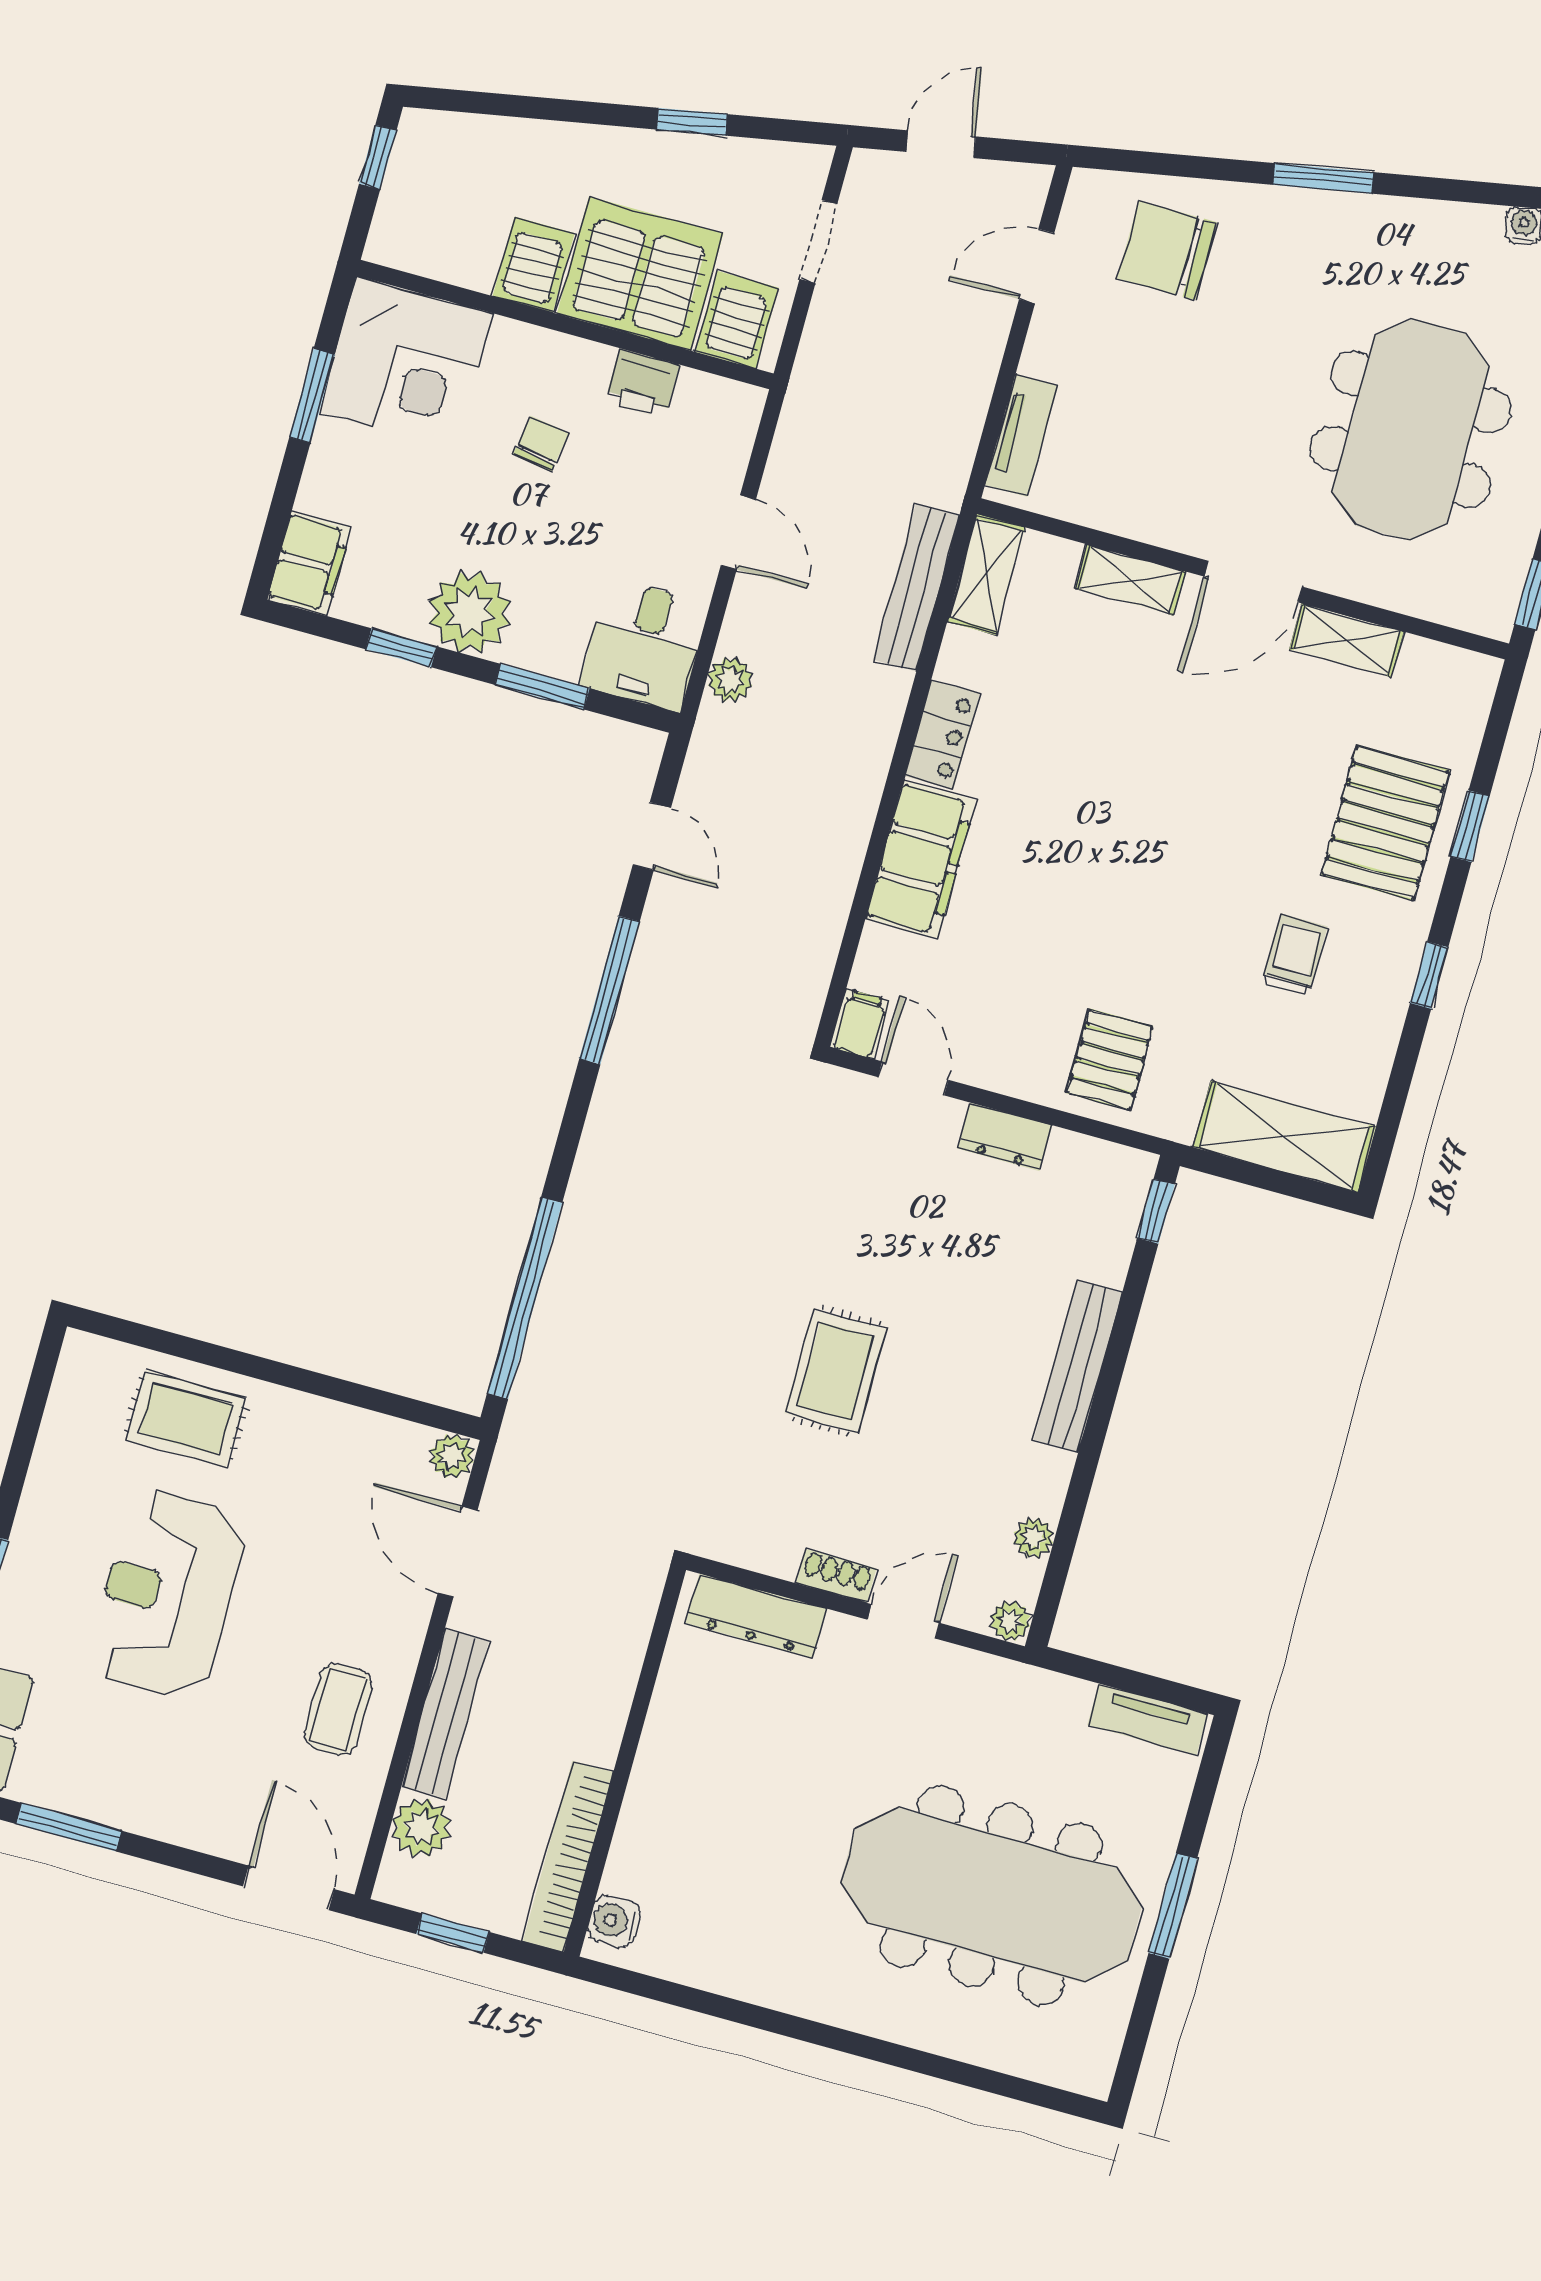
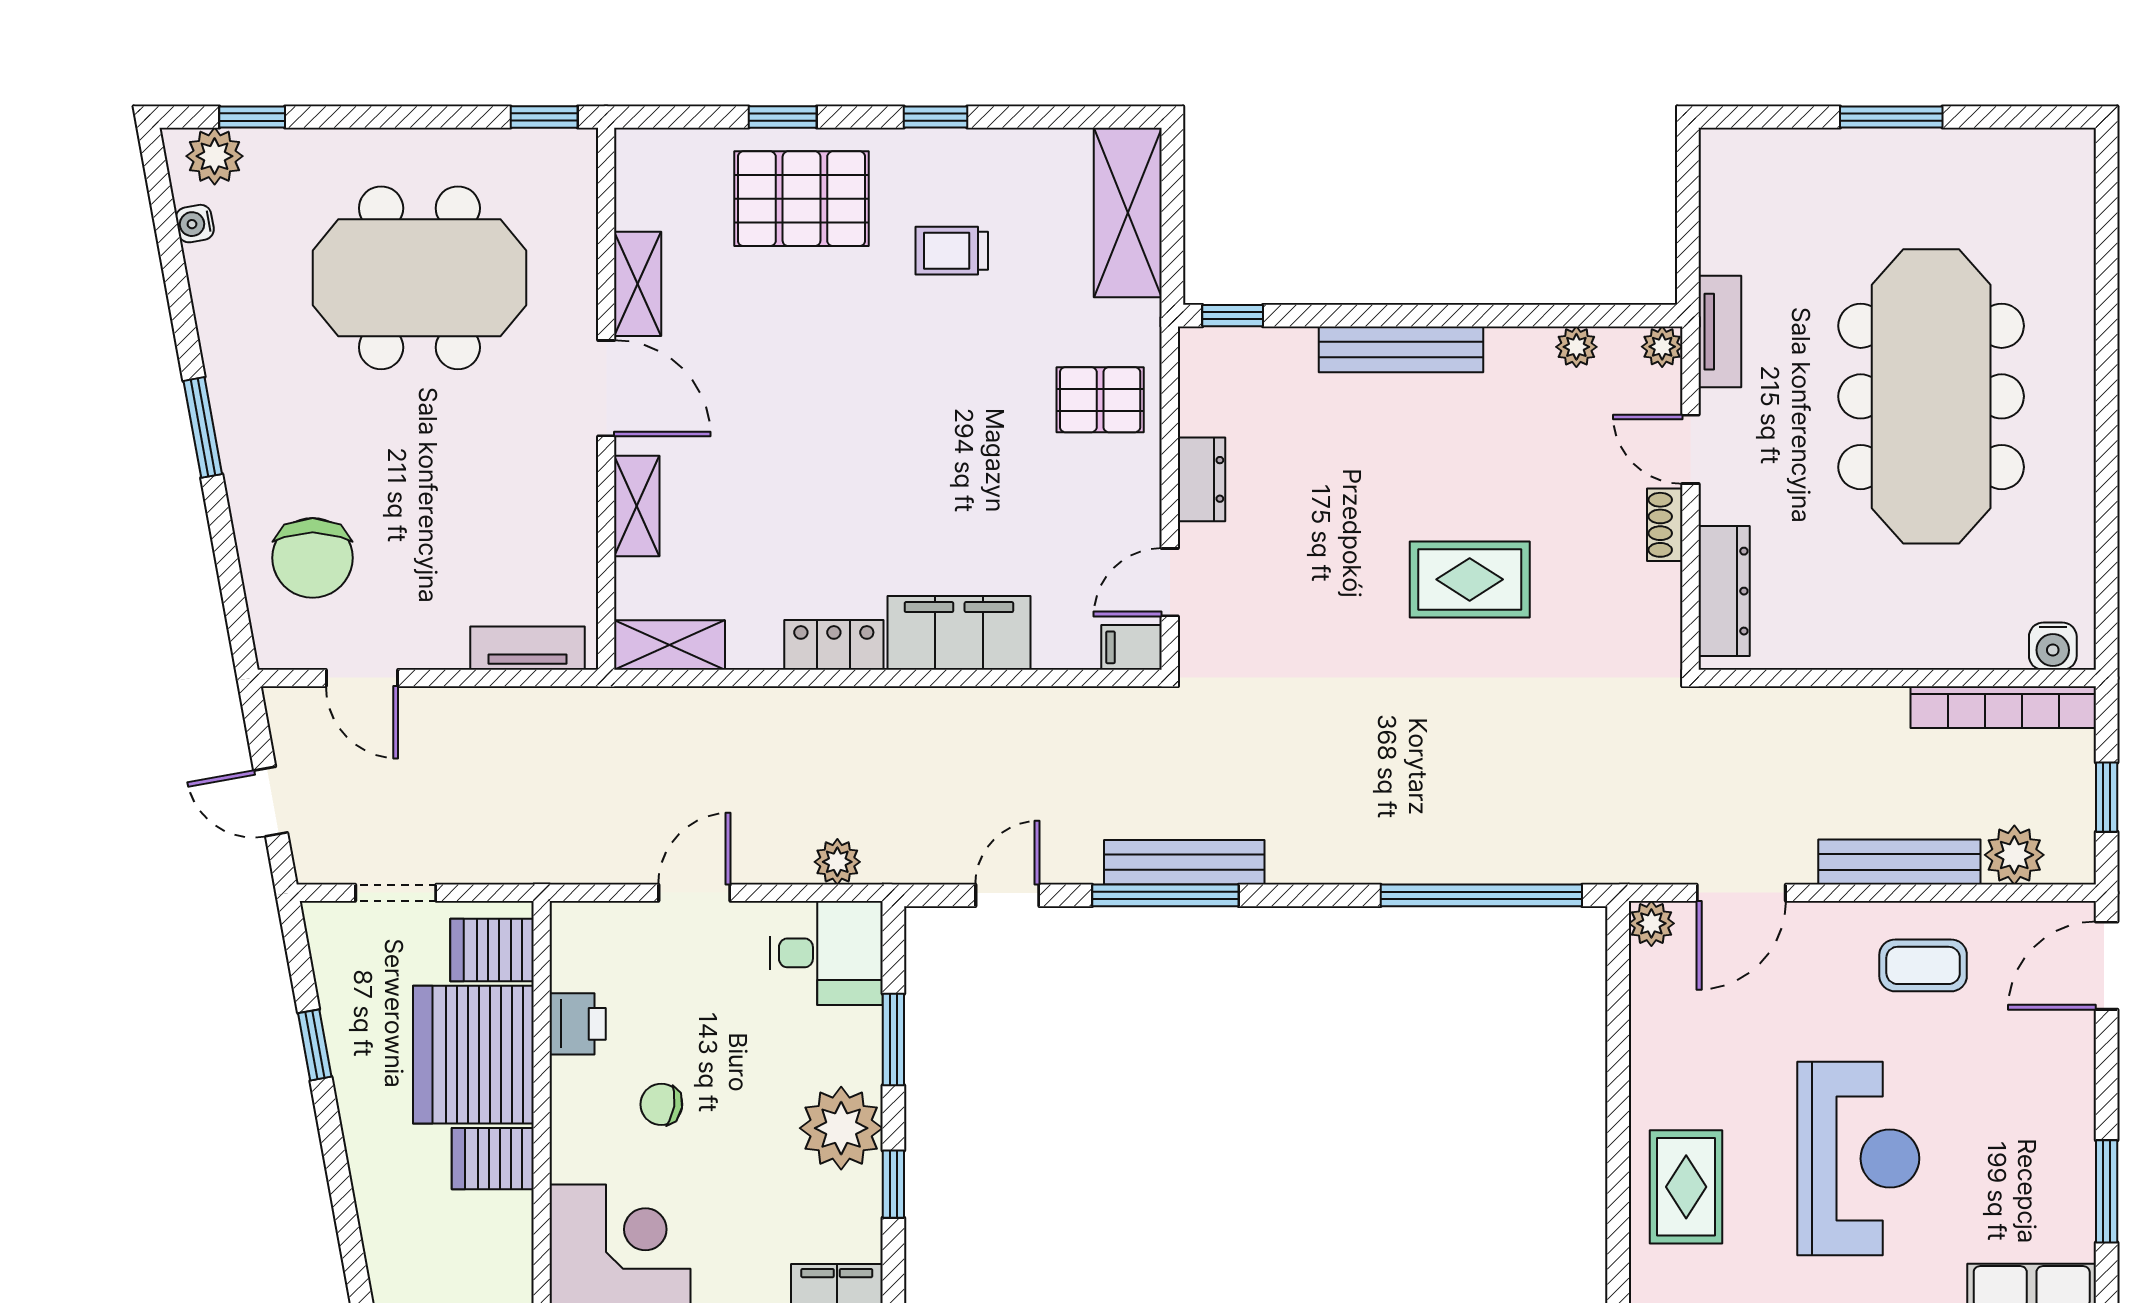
bench: (916, 588) -> (1184, 862), moved
reception desk: (167, 1594) -> (1858, 1159), turned -90
tv unit: (1148, 1719) -> (1720, 332), moved
meeting table: (991, 1895) -> (1931, 396), moved

